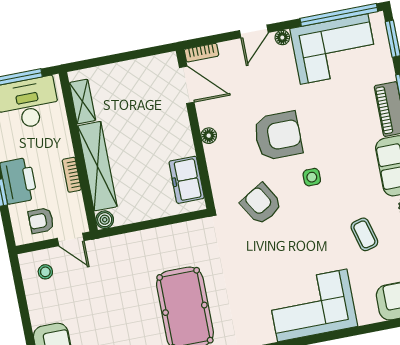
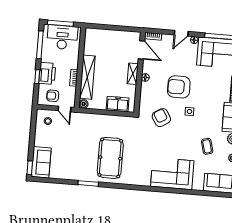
shelving: (82, 102) -> (133, 74), moved
armchair: (278, 136) -> (179, 87), turned 180
freezer: (187, 180) -> (118, 104), moved, turned 90

